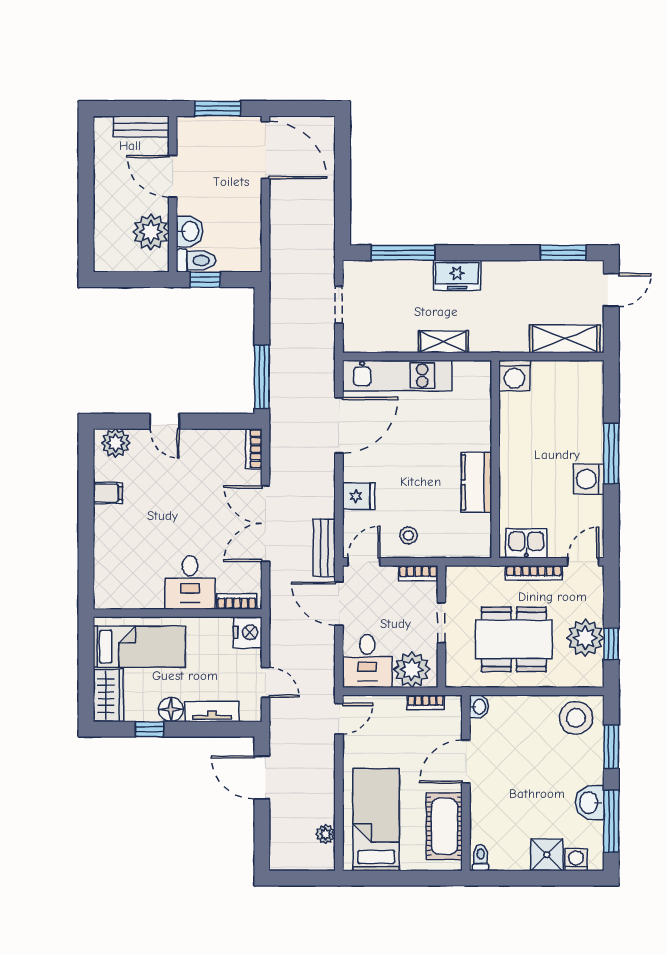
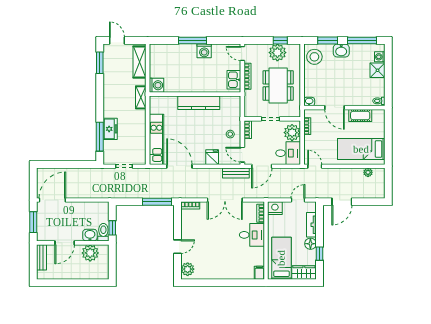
freezer: (457, 275) -> (110, 129), moved
shelving: (443, 342) -> (141, 97), moved
kitchen counter: (476, 482) -> (199, 103), width x1.50
filing cabinet: (108, 493) -> (259, 273), moved
washbasin: (590, 803) -> (341, 51), moved
cot: (444, 826) -> (360, 115), width x0.73, depth x0.75

